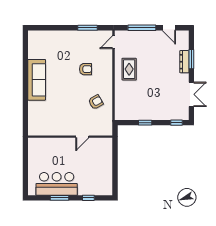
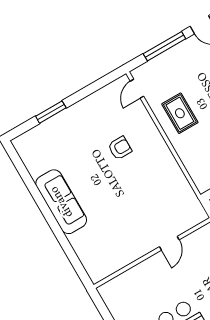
window: (88, 28) -> (51, 112), moved
armchair: (96, 102) -> (160, 185), removed

